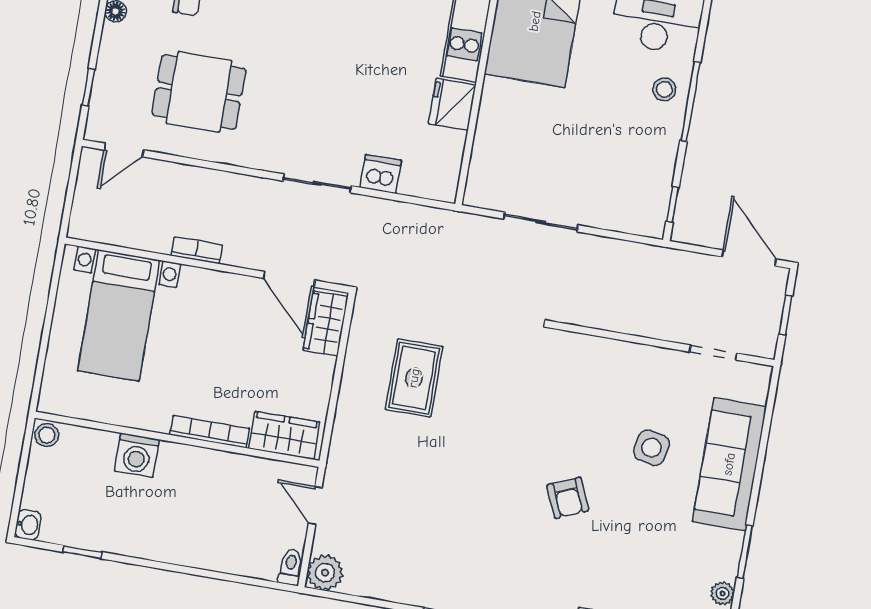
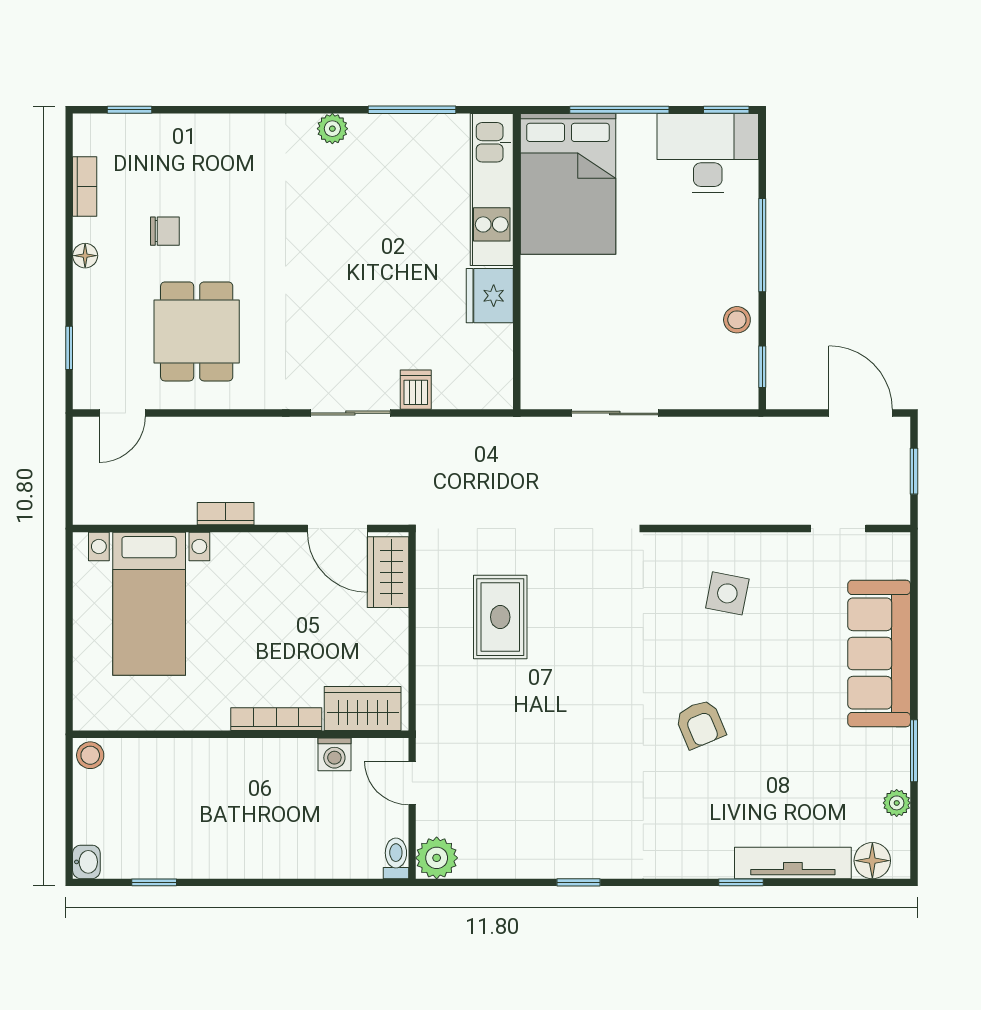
stool: (664, 89) -> (737, 320), moved
dining table: (199, 92) -> (197, 331), turned 90
dishwasher: (381, 174) -> (416, 390), width x0.73
side table: (651, 448) -> (727, 593), moved
washing machine: (137, 455) -> (334, 754), moved, width x0.73, depth x0.73

